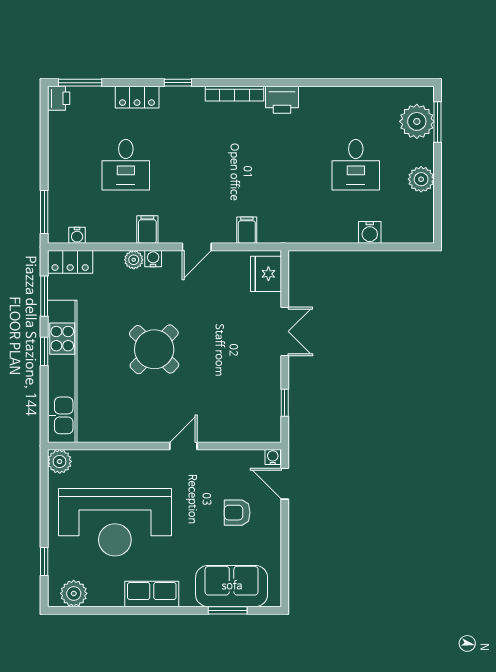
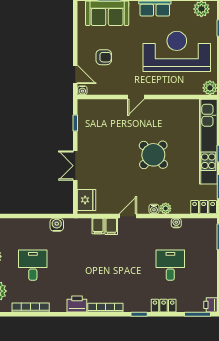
bookcase: (359, 94) -> (31, 307), added
filing cabinet: (147, 230) -> (111, 226), moved
water cooler: (370, 232) -> (57, 225), moved
water cooler: (77, 235) -> (176, 223), moved

